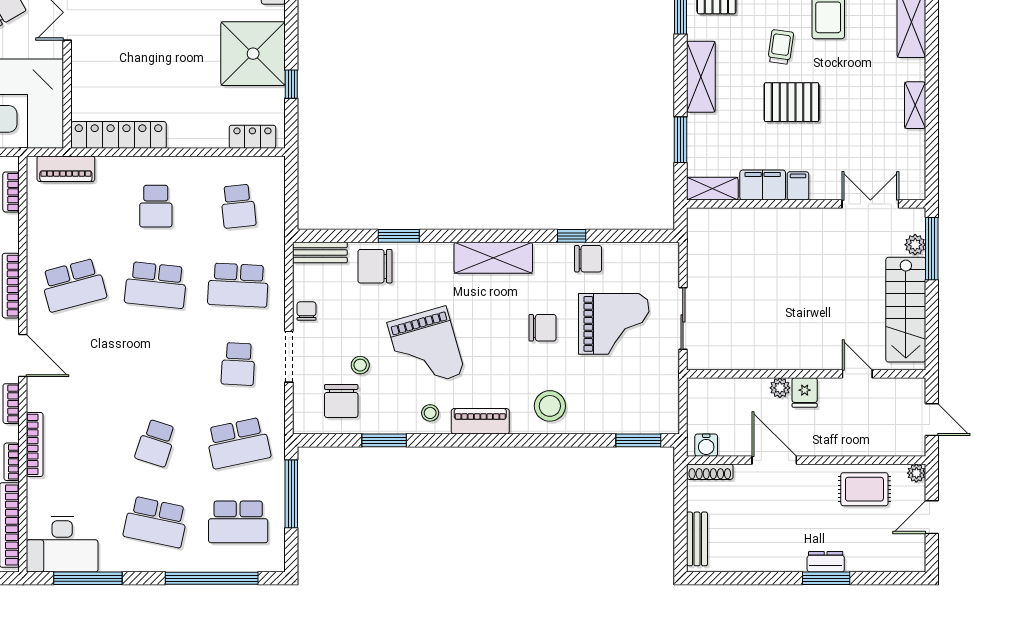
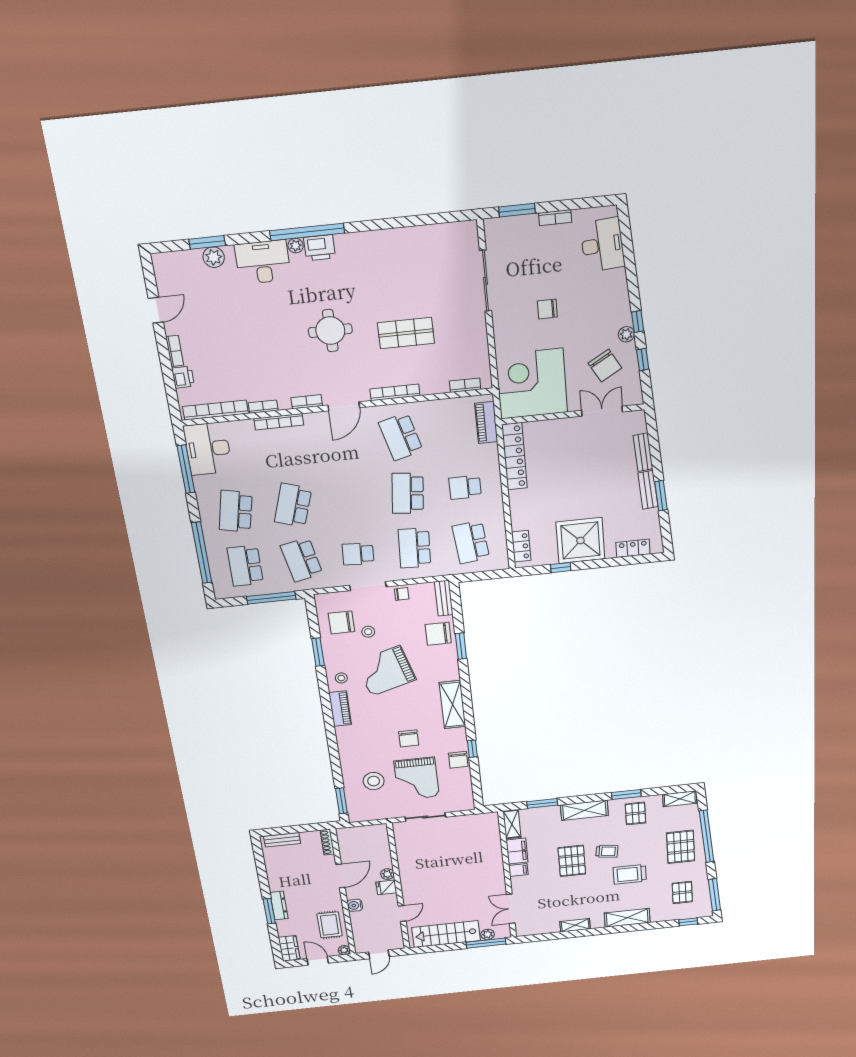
double door: (870, 204) -> (511, 909), swing flipped
school desk: (238, 206) -> (471, 542), width x1.85
chair: (375, 266) -> (438, 634), turned -90
stool: (550, 406) -> (374, 781), moved
school desk: (156, 443) -> (293, 505), width x1.85
water cooler: (706, 445) -> (355, 905), moved
wardrobe: (902, 558) -> (289, 948), added
dresser: (826, 562) -> (279, 906), width x1.44

